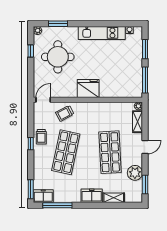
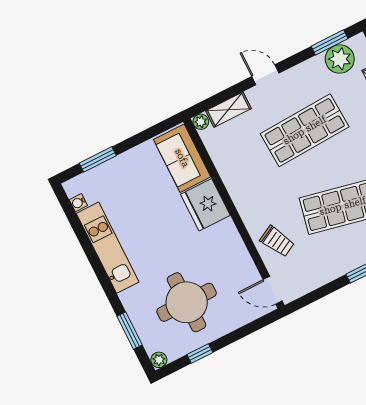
window: (145, 80) -> (151, 133), removed
fridge: (88, 89) -> (205, 205), moved
sofa: (126, 89) -> (182, 158), added
trolley: (41, 137) -> (338, 261), removed
plant: (135, 173) -> (340, 59), moved

